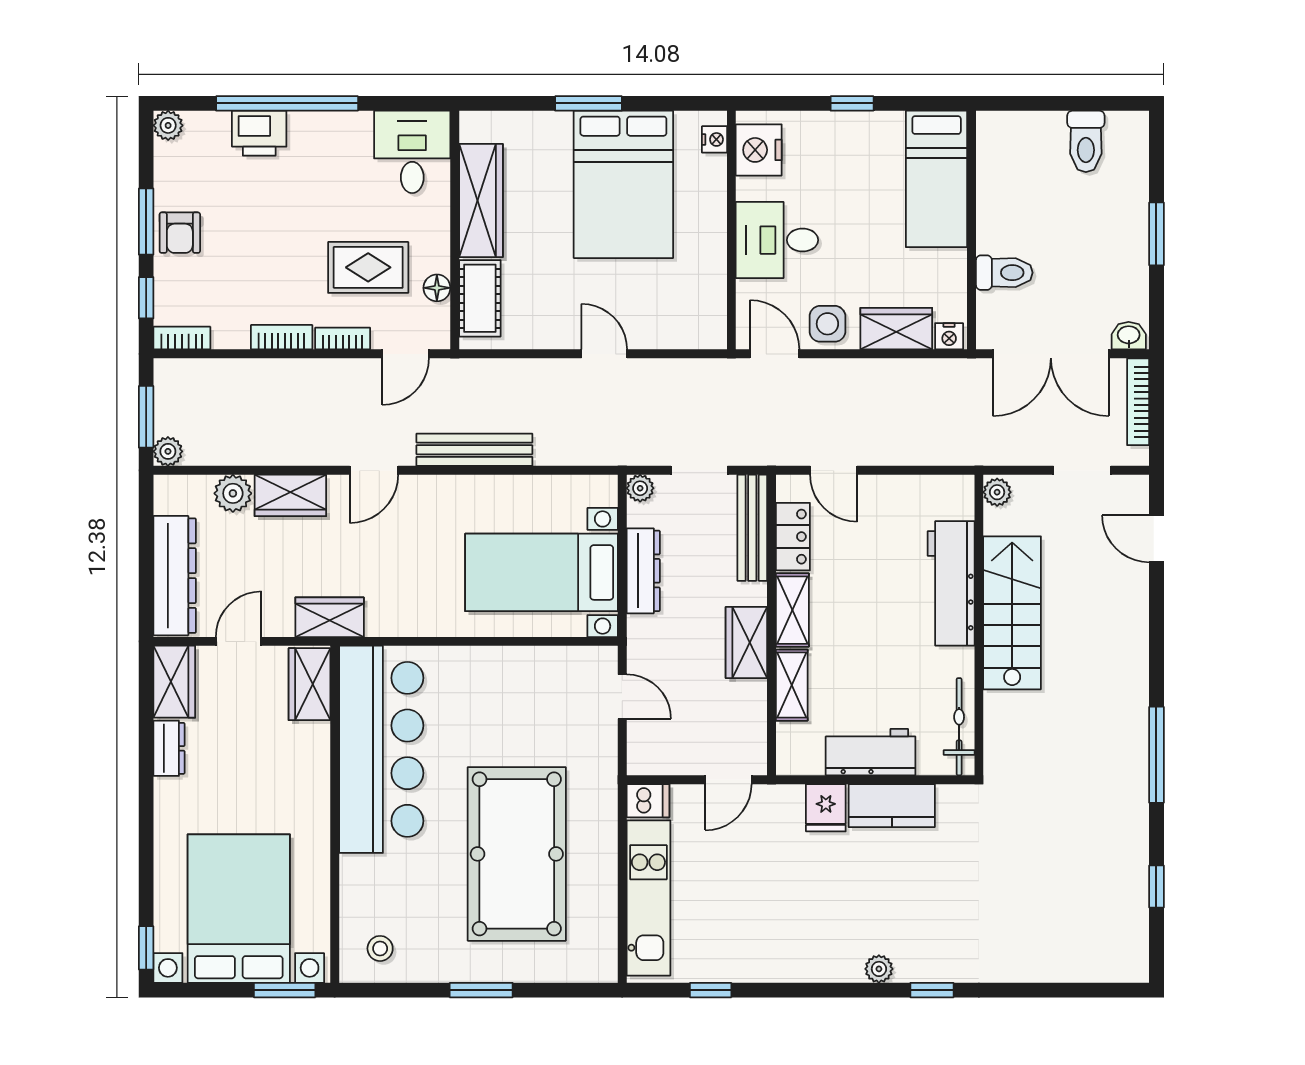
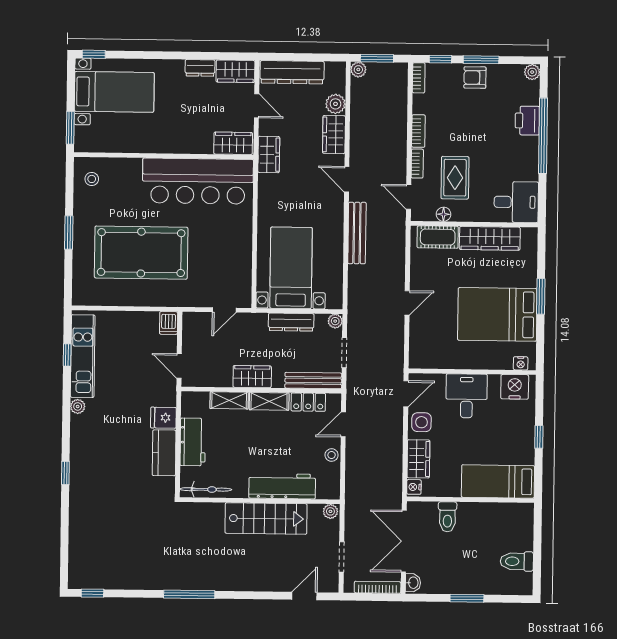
stool: (891, 492) -> (332, 455), added
window: (1156, 887) -> (92, 593), moved
kitchen unit: (648, 898) -> (83, 356), moved, turned -90
bed with nightstands: (239, 909) -> (114, 92), width x0.73
plant: (879, 969) -> (78, 406), moved

